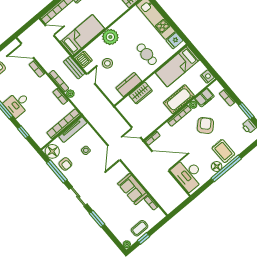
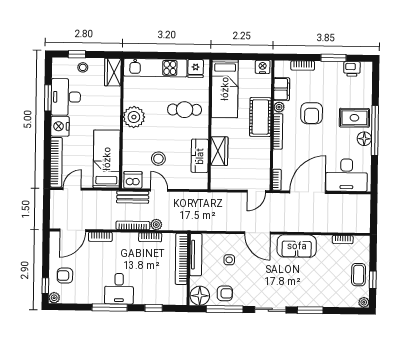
plant: (110, 37) -> (134, 117), moved
armchair: (205, 125) -> (312, 113), turned -136
sofa: (133, 189) -> (297, 246), moved

